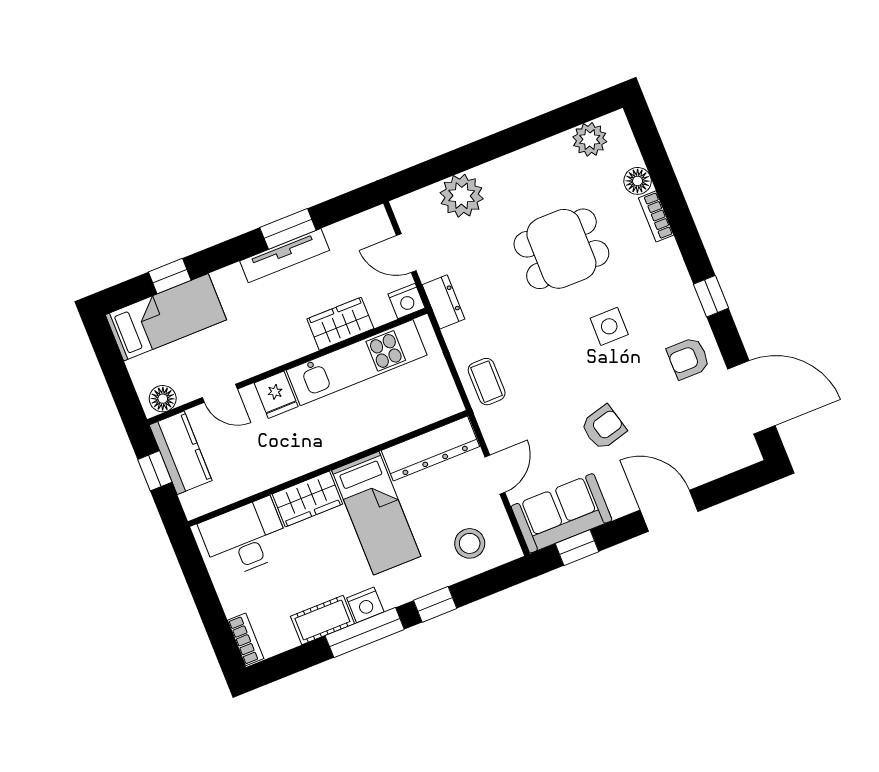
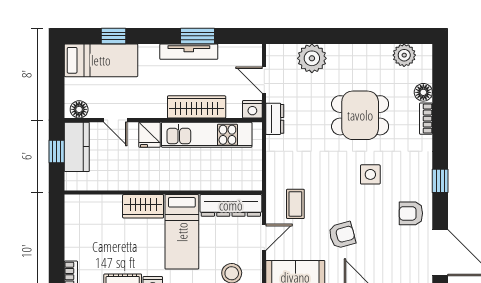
wardrobe: (340, 324) -> (197, 107), width x1.50
coffee table: (487, 382) -> (295, 204), moved
desk: (245, 538) -> (95, 215), removed

